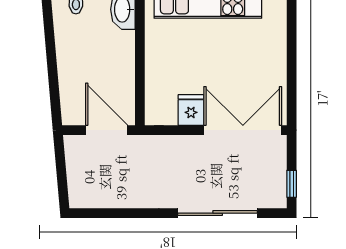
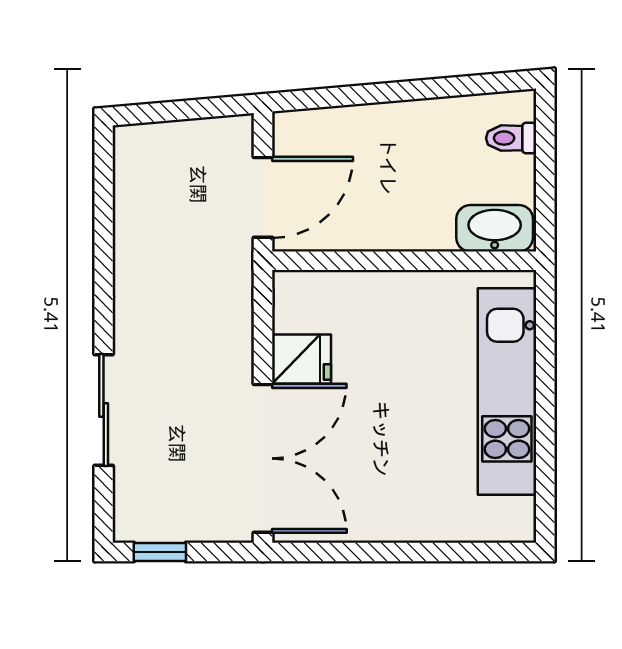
sliding door: (218, 213) -> (104, 410), width x0.73

